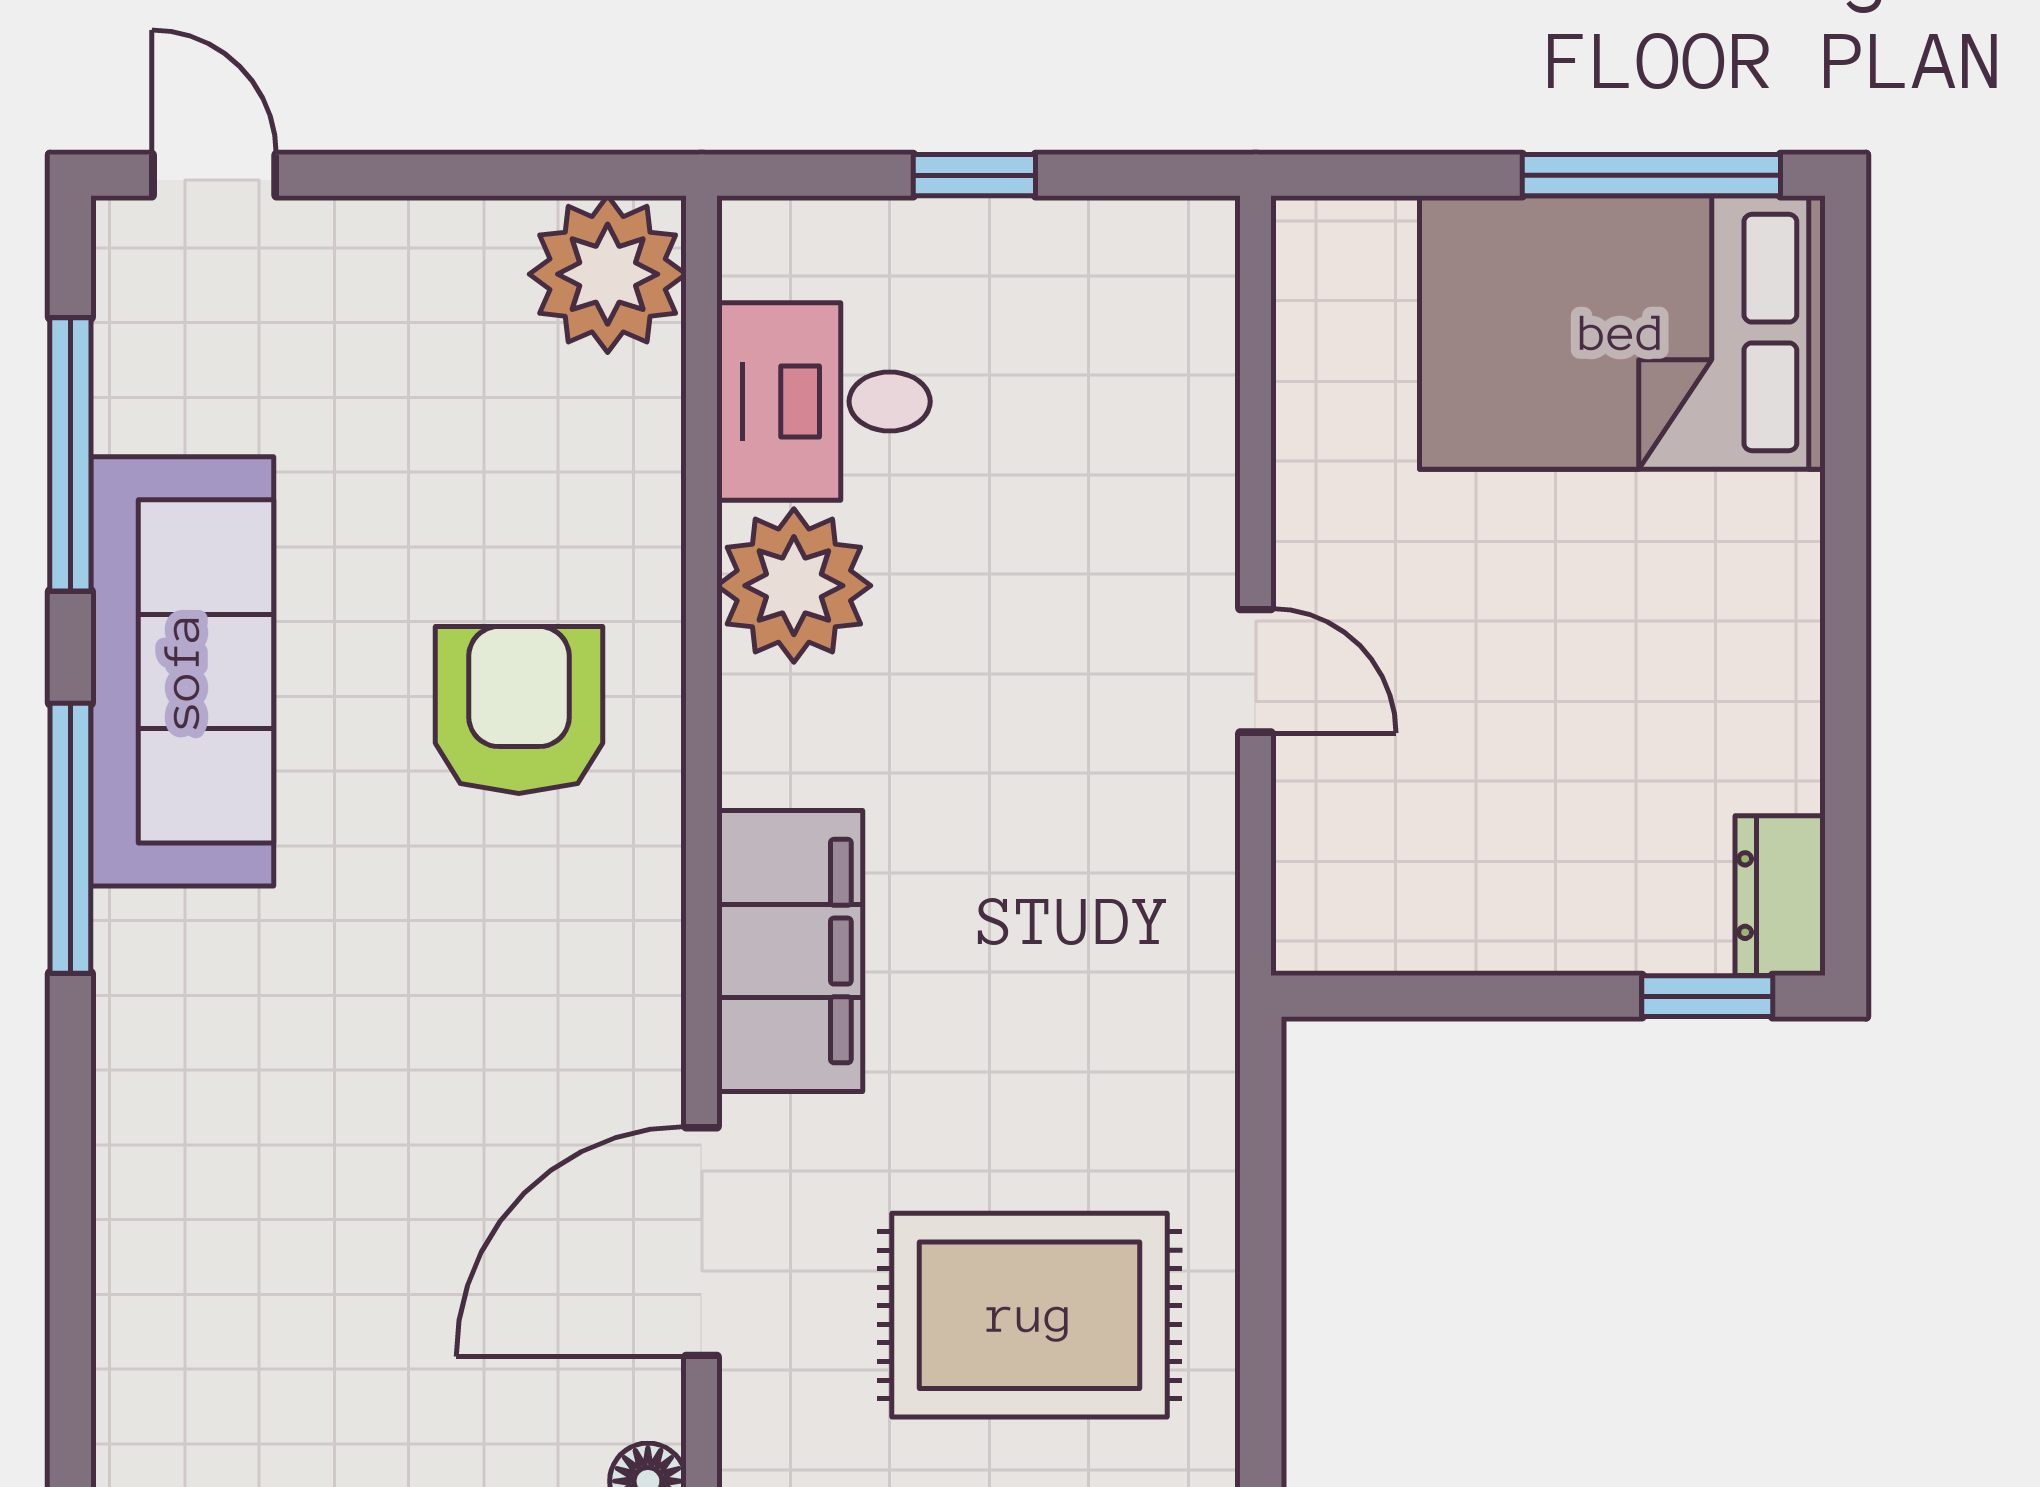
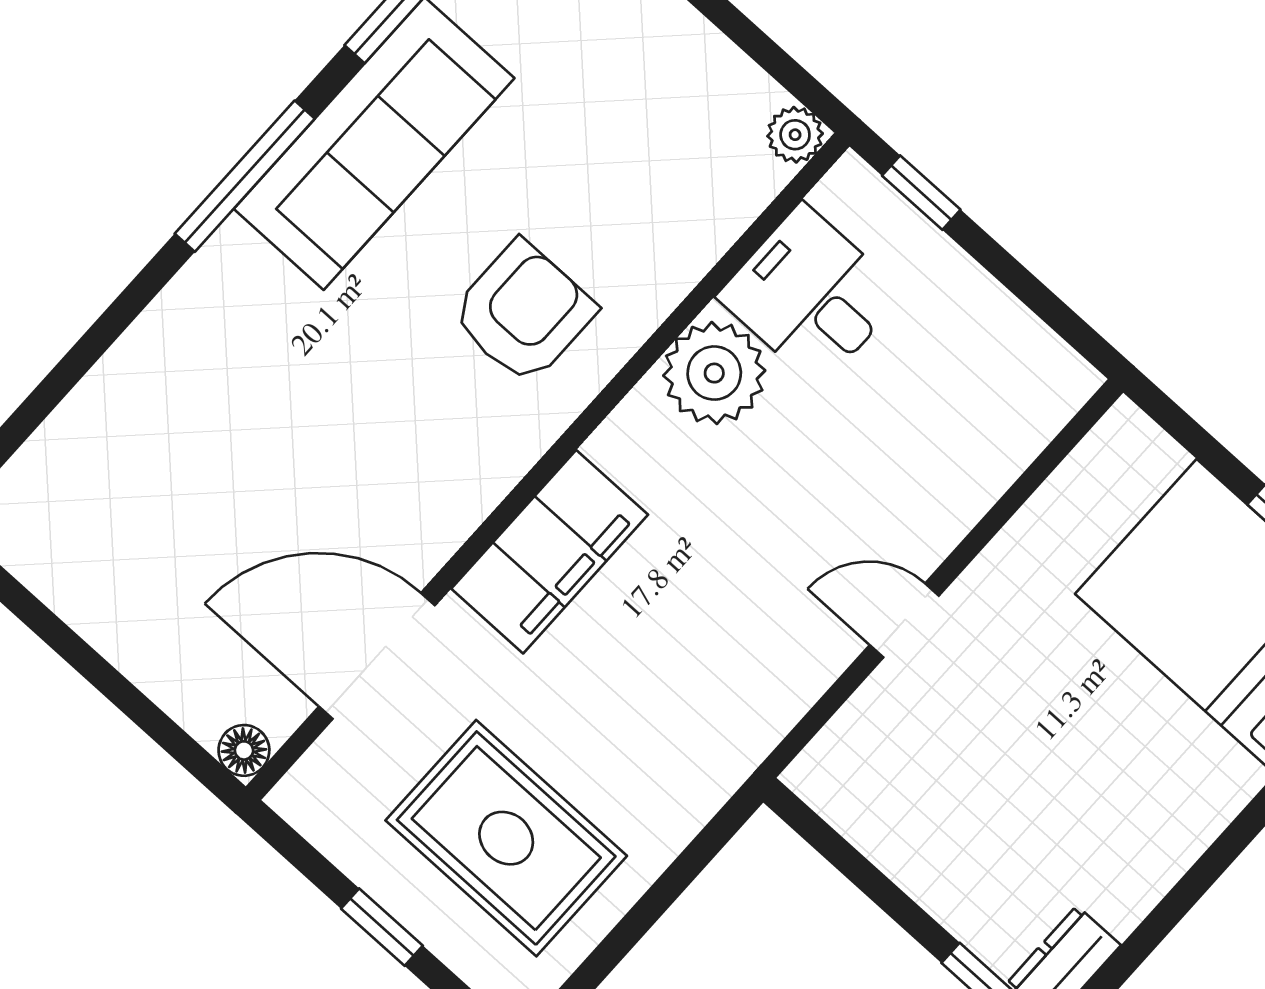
window: (974, 175) -> (921, 193), moved
plant: (608, 274) -> (795, 135), width x0.53, depth x0.53
door: (1256, 671) -> (904, 620), swing flipped

